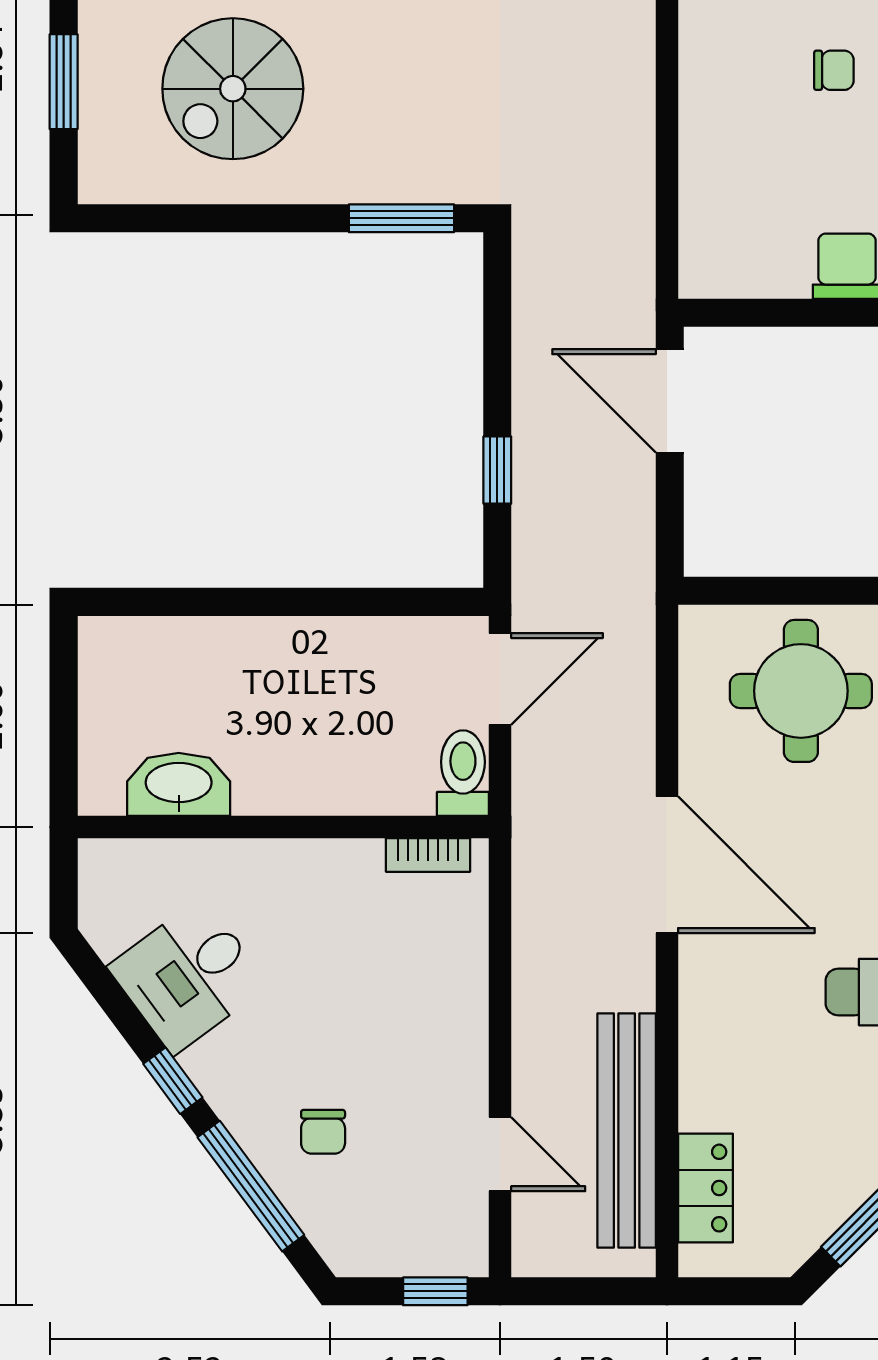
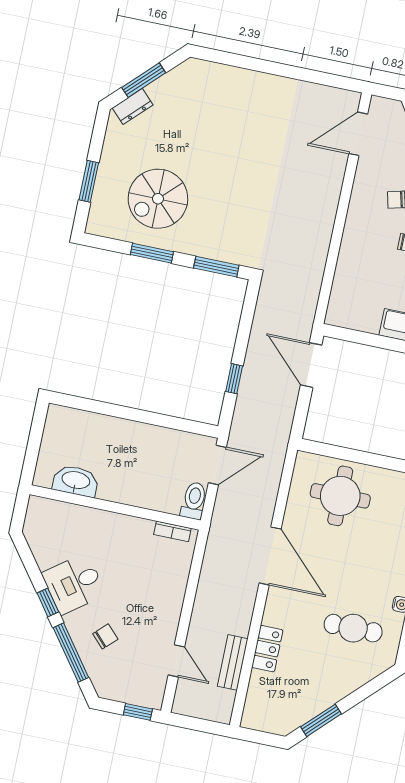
window: (245, 218) -> (152, 253), added
desk: (188, 976) -> (74, 584), moved
bench: (627, 1130) -> (233, 662), width x0.54, depth x0.82
chair: (323, 1132) -> (105, 636), turned -134
locker: (705, 1188) -> (267, 649), moved

